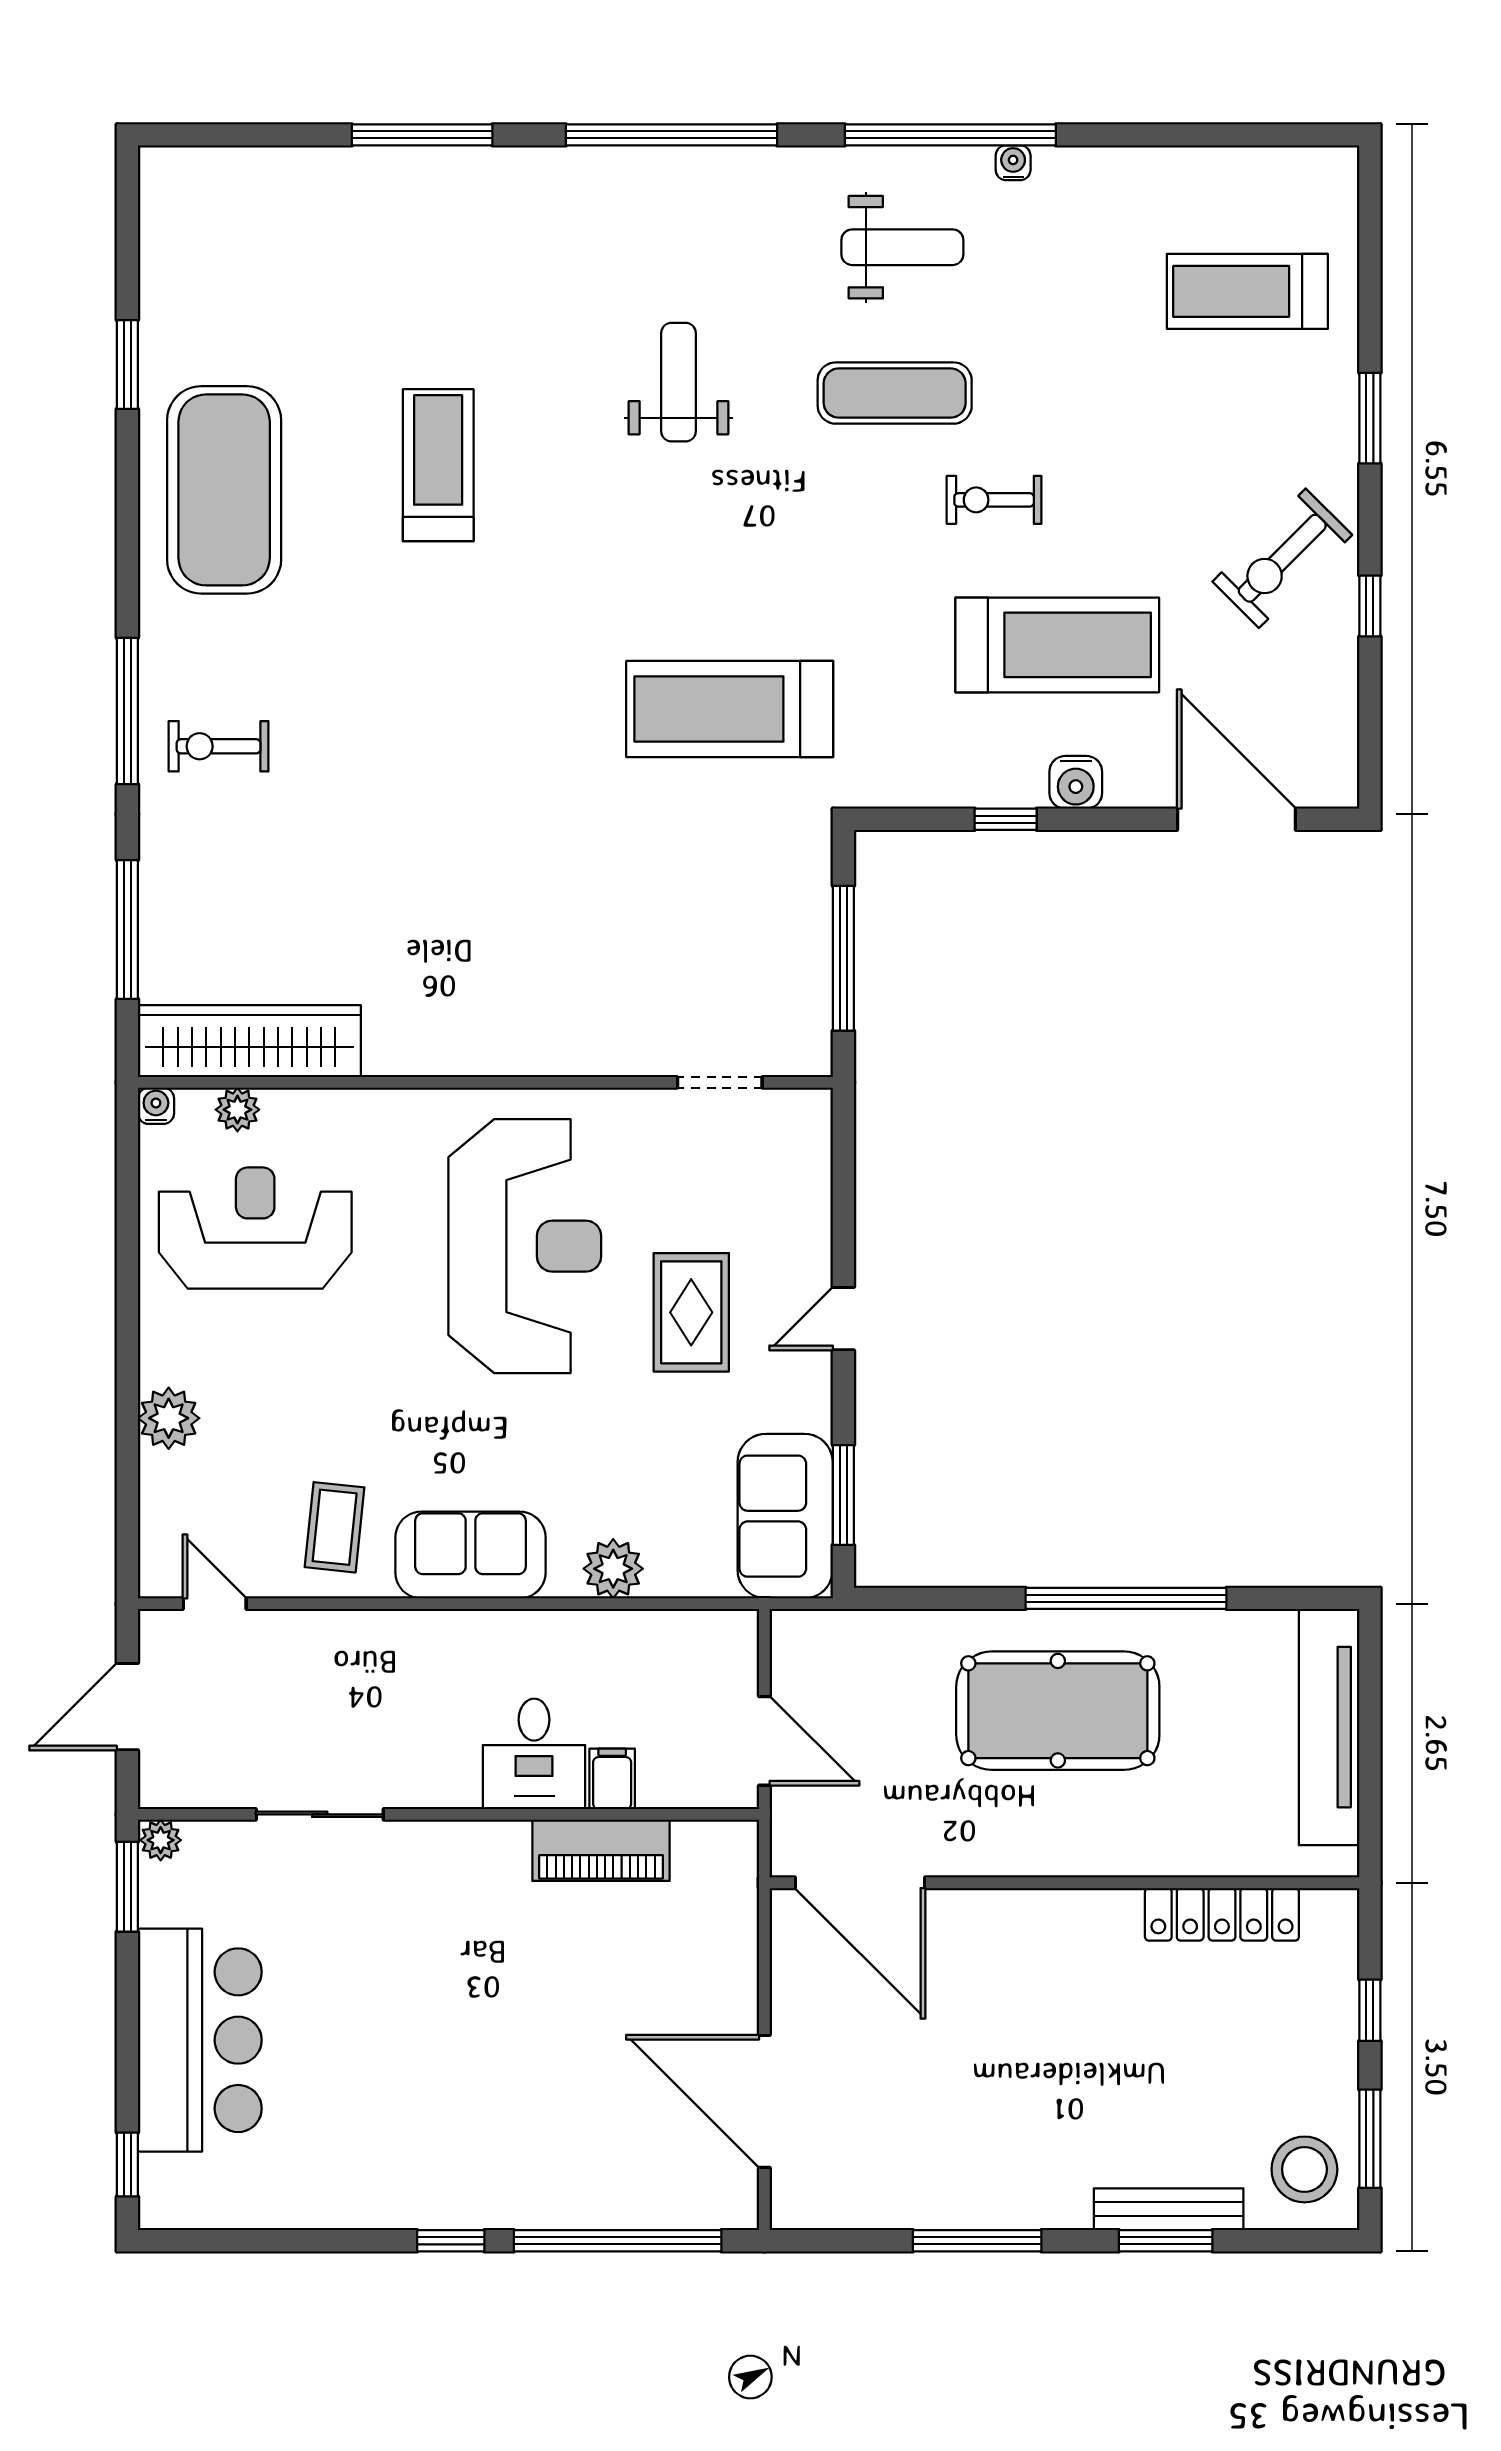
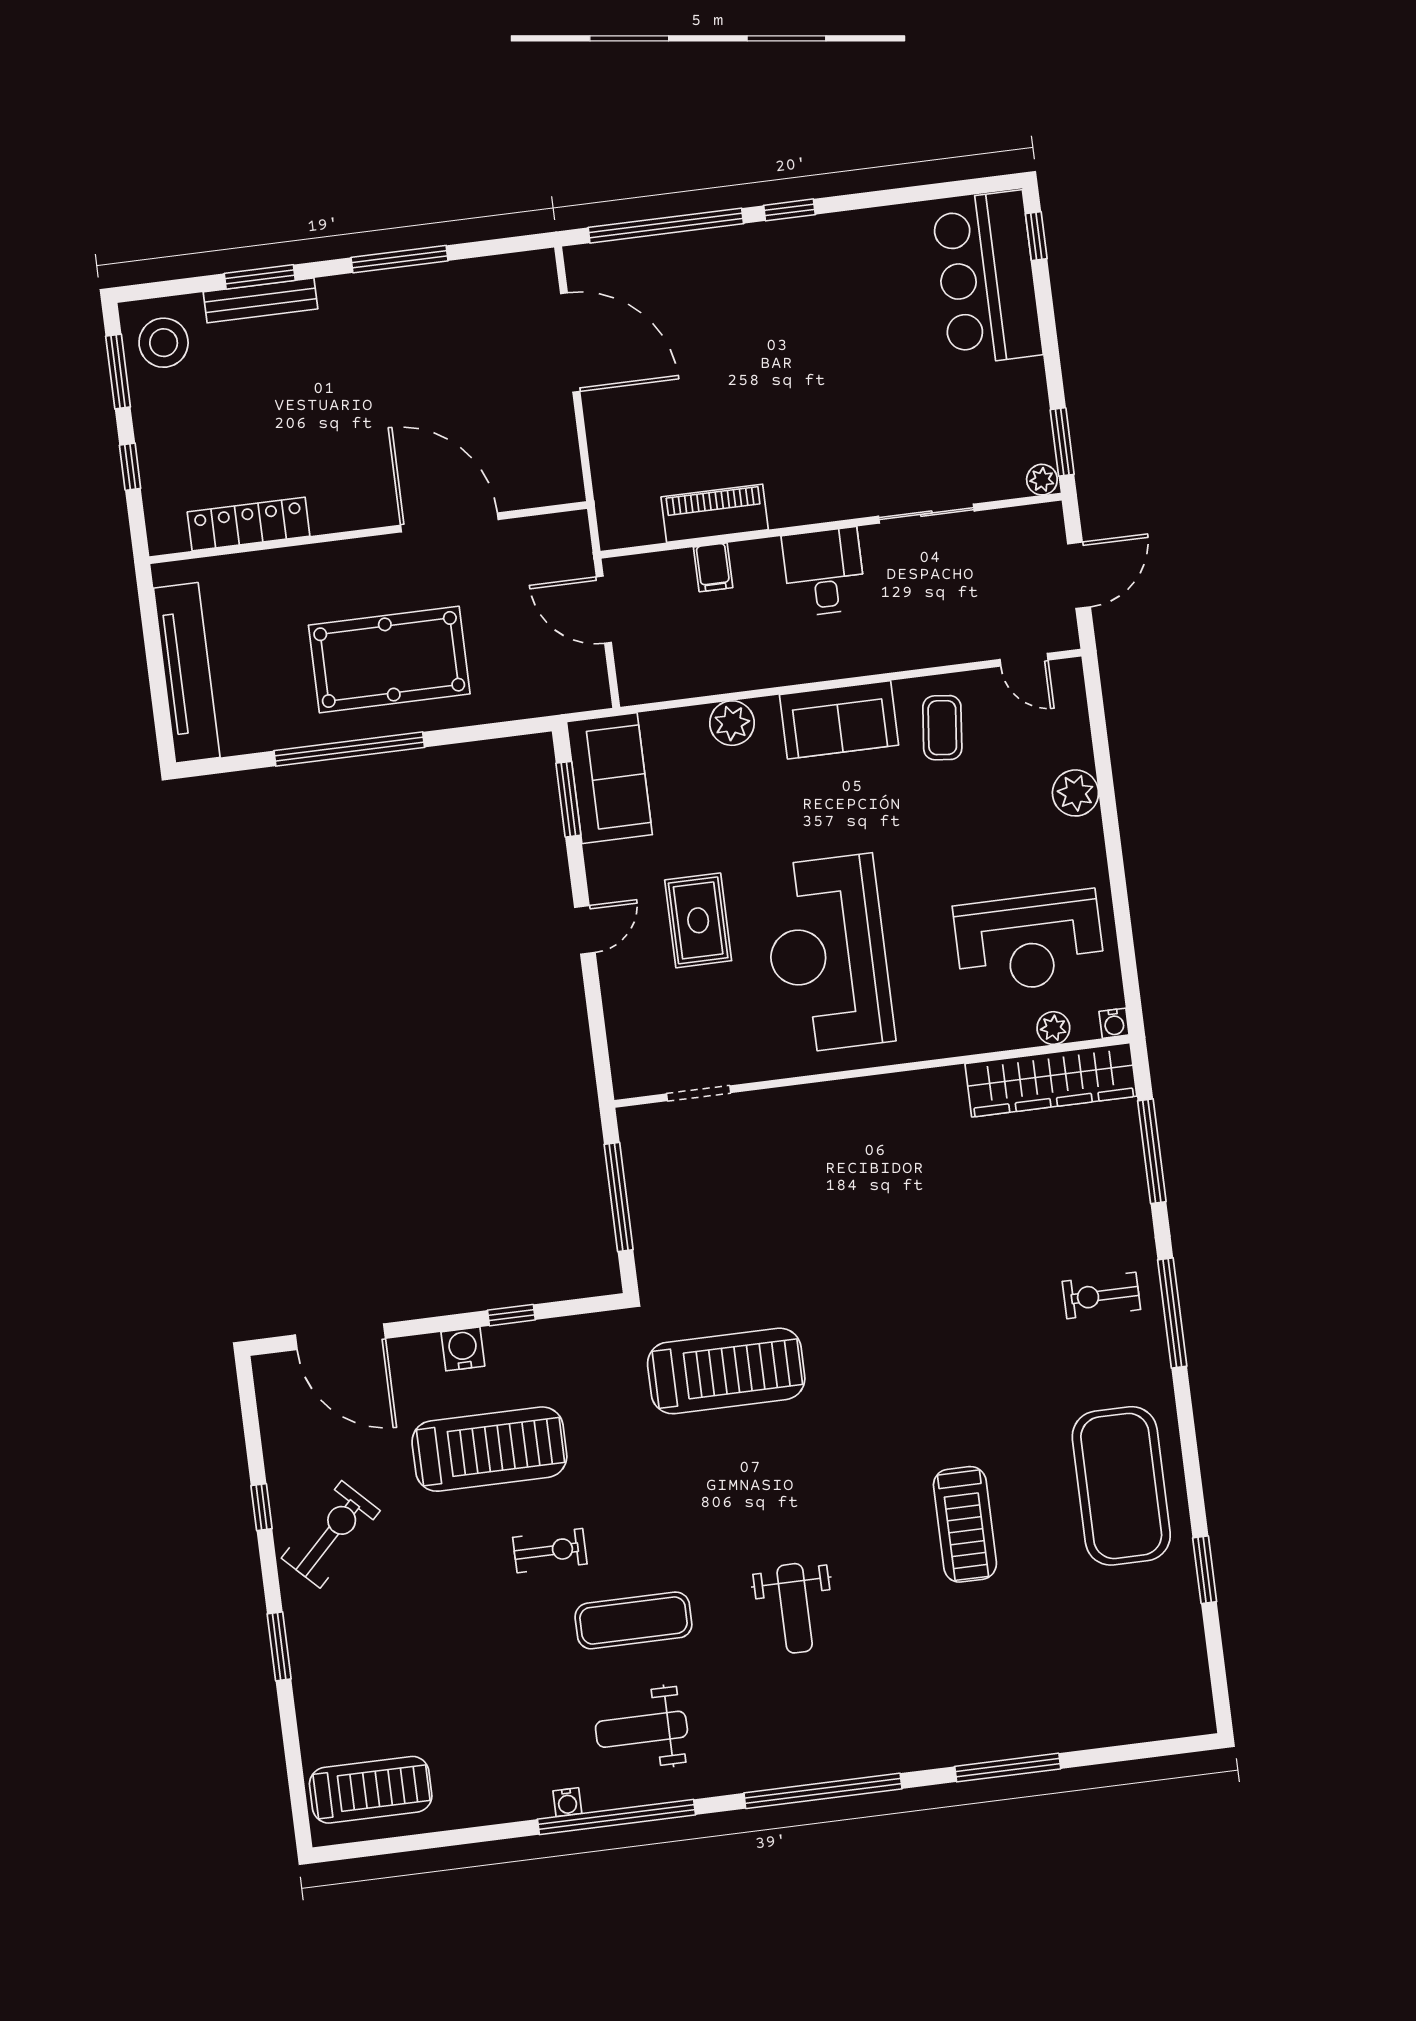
treadmill: (1247, 291) -> (371, 1790), moved
treadmill: (1057, 645) -> (489, 1449), turned 180
exercise bike: (219, 746) -> (1101, 1295), turned 180
desk: (534, 1754) -> (824, 572), moved
door: (860, 1883) -> (449, 522), moved
bar counter: (200, 2040) -> (987, 278), moved

